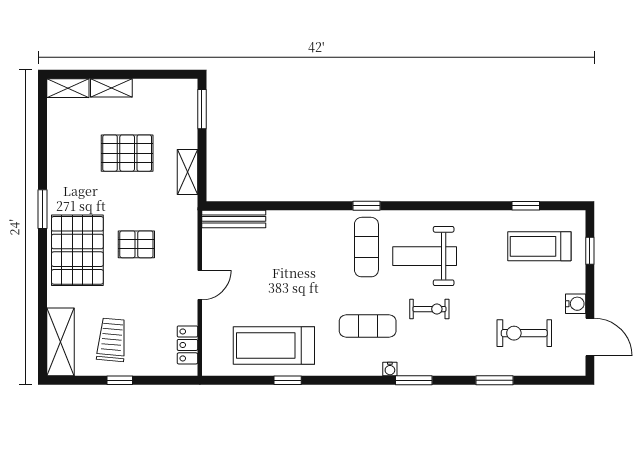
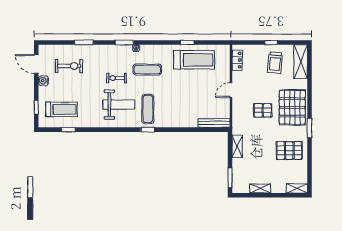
shelving: (111, 88) -> (260, 188), moved
pallet: (127, 153) -> (289, 150), moved

